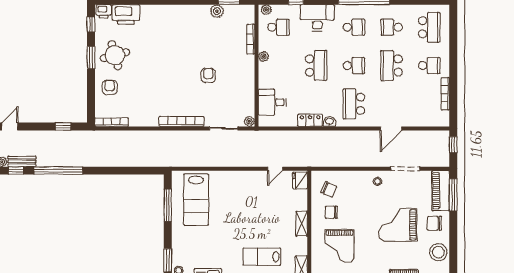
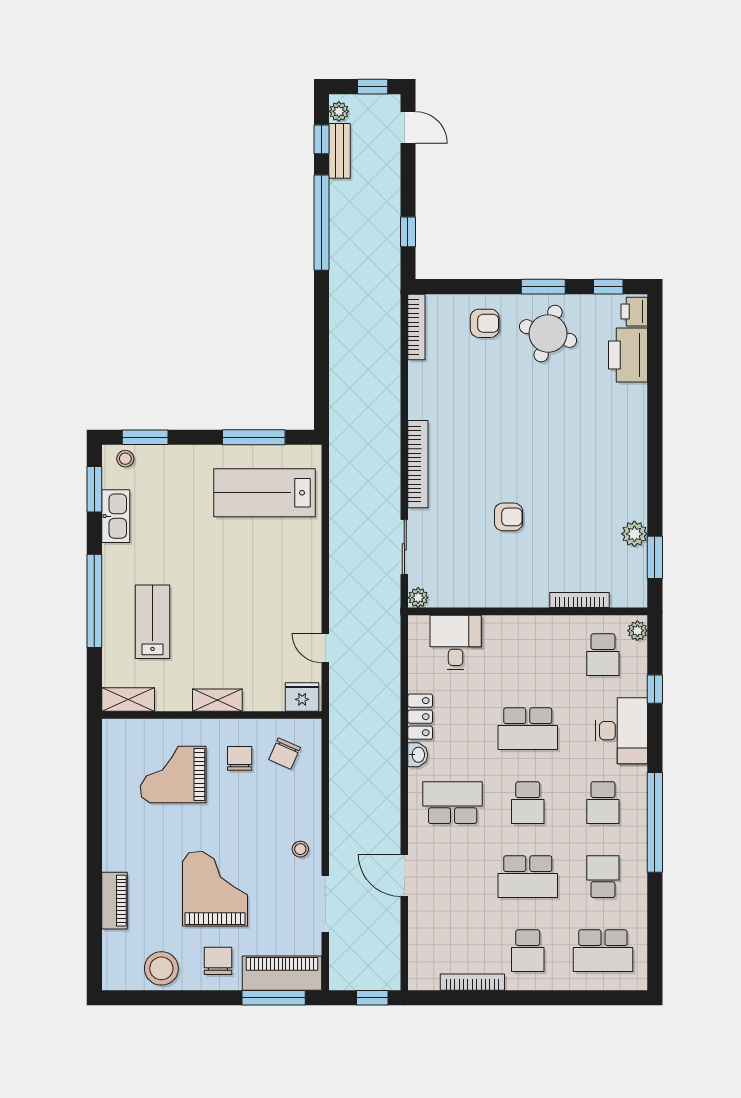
round table: (115, 55) -> (548, 334), turned 33
plant: (263, 56) -> (545, 625), removed
school desk: (392, 66) -> (528, 877), turned 180

